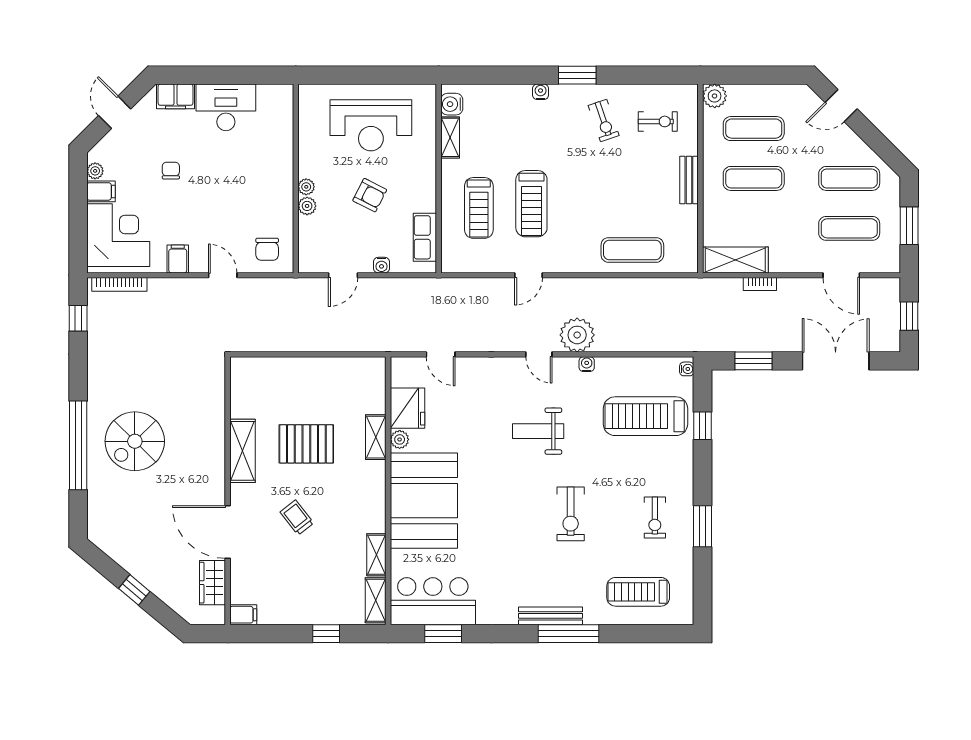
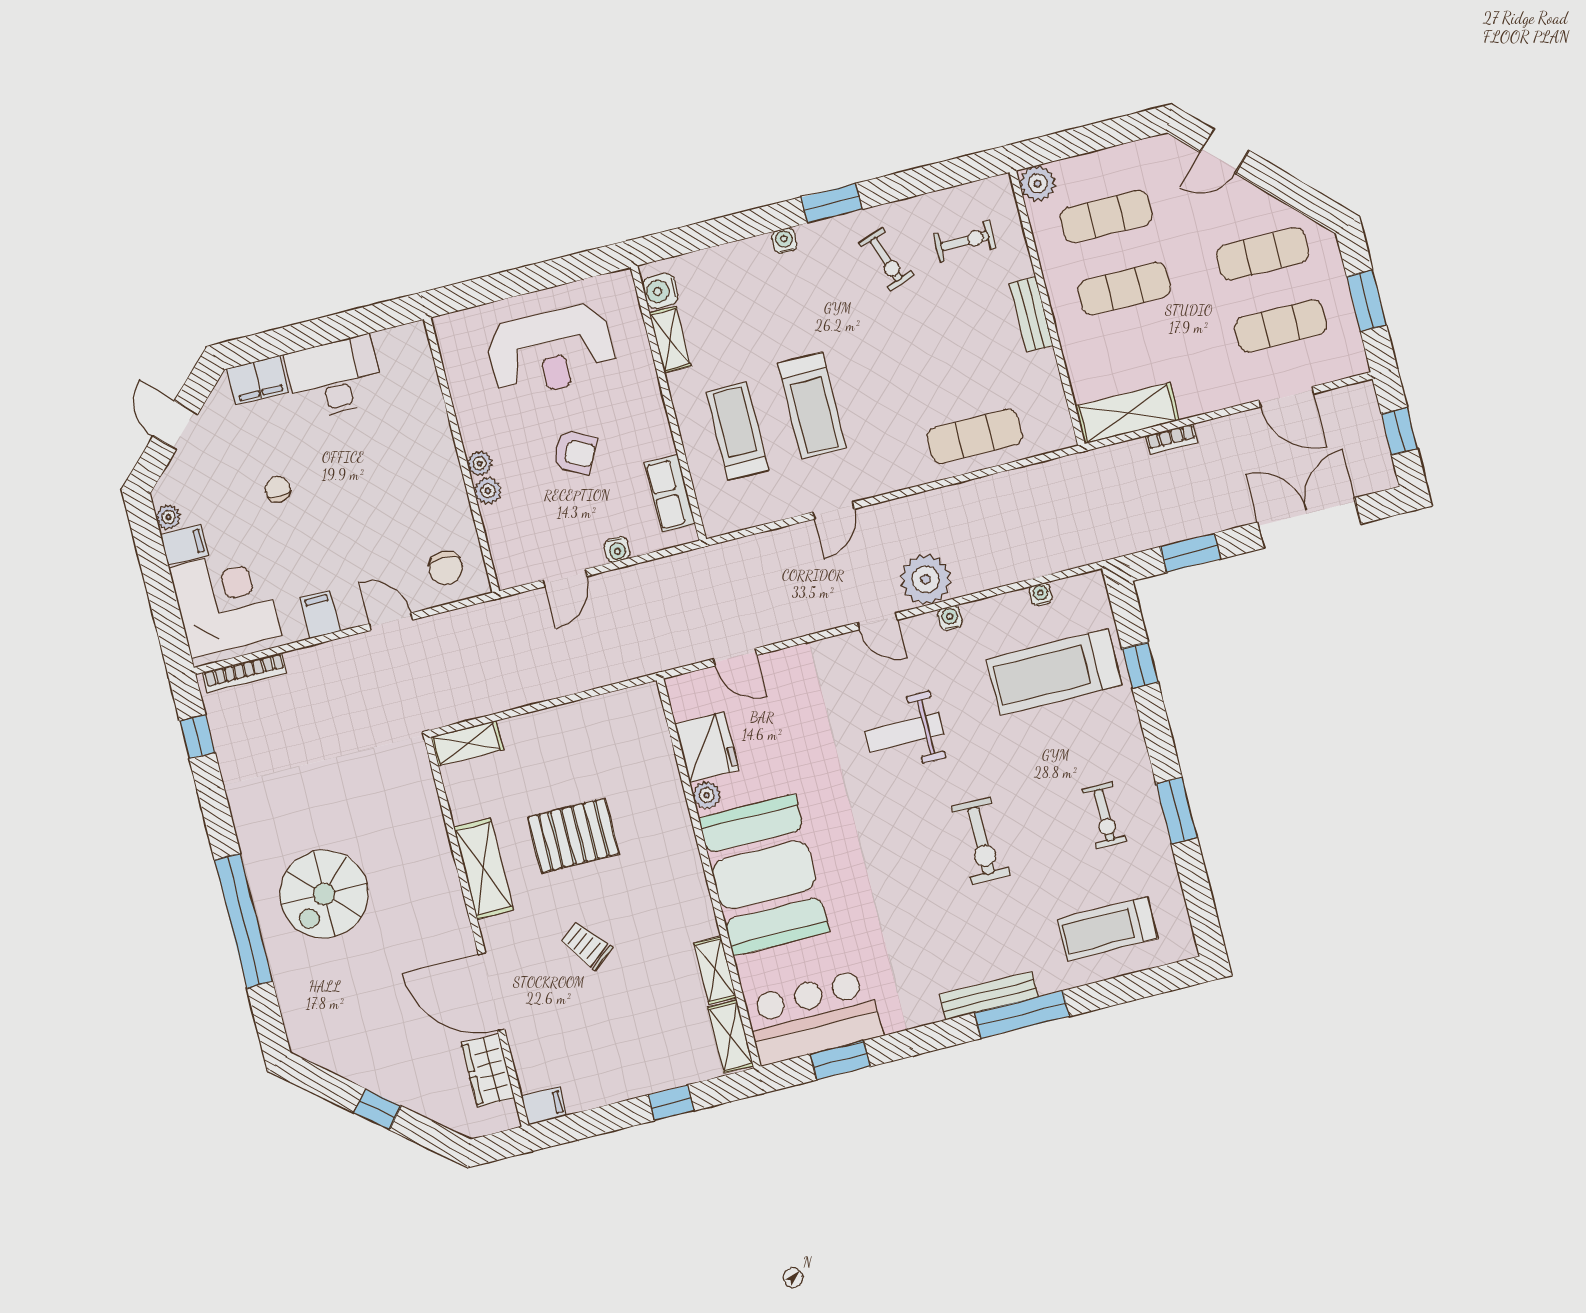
treadmill: (479, 208) -> (737, 431), turned 180
water cooler: (687, 369) -> (1041, 594), moved, turned -90
shelving: (376, 437) -> (467, 743), moved, turned 90

